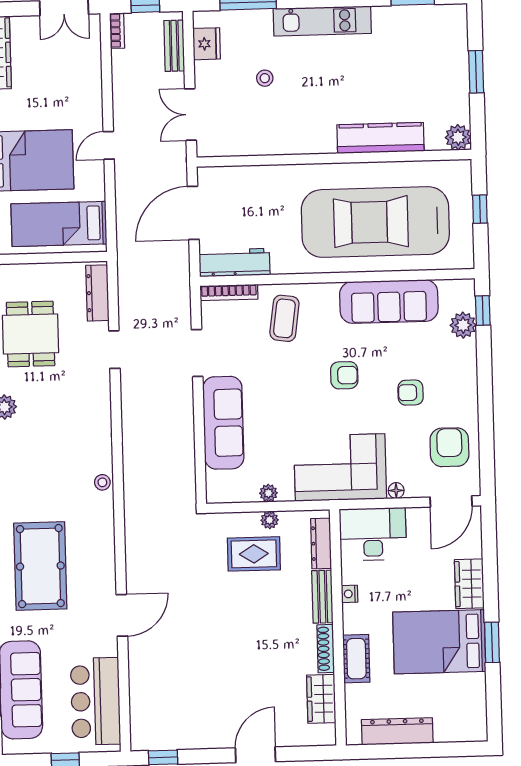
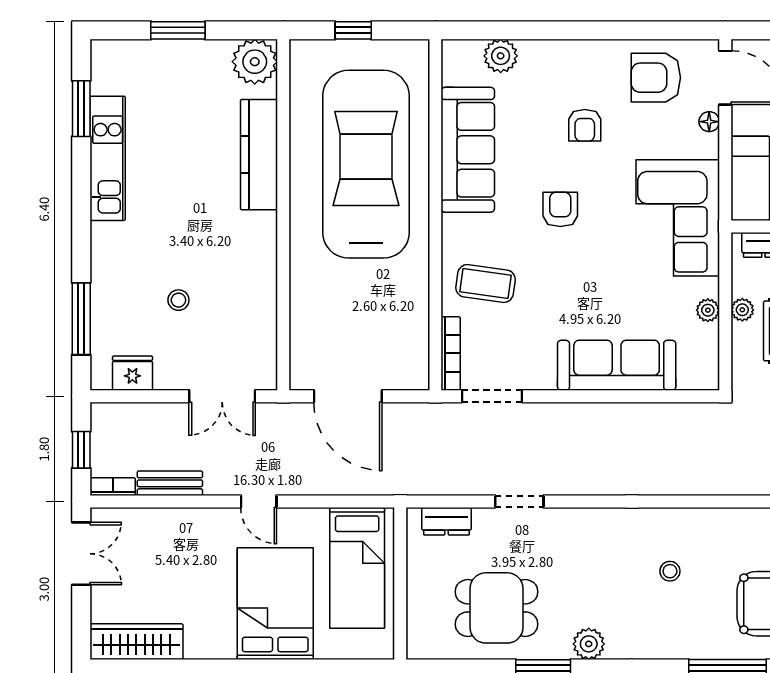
kitchen unit: (322, 21) -> (108, 158), moved
bench: (174, 46) -> (170, 483), moved
plant: (458, 137) -> (255, 62), width x1.36, depth x1.36
car: (375, 222) -> (366, 164), turned 180
workbench: (234, 263) -> (413, 345), removed
dresser: (97, 293) -> (447, 521), width x0.70
window: (483, 311) -> (483, 30), removed
doorway: (197, 353) -> (492, 396), moved
stool: (102, 482) -> (670, 571), moved
floor lamp: (396, 491) -> (709, 122), moved

